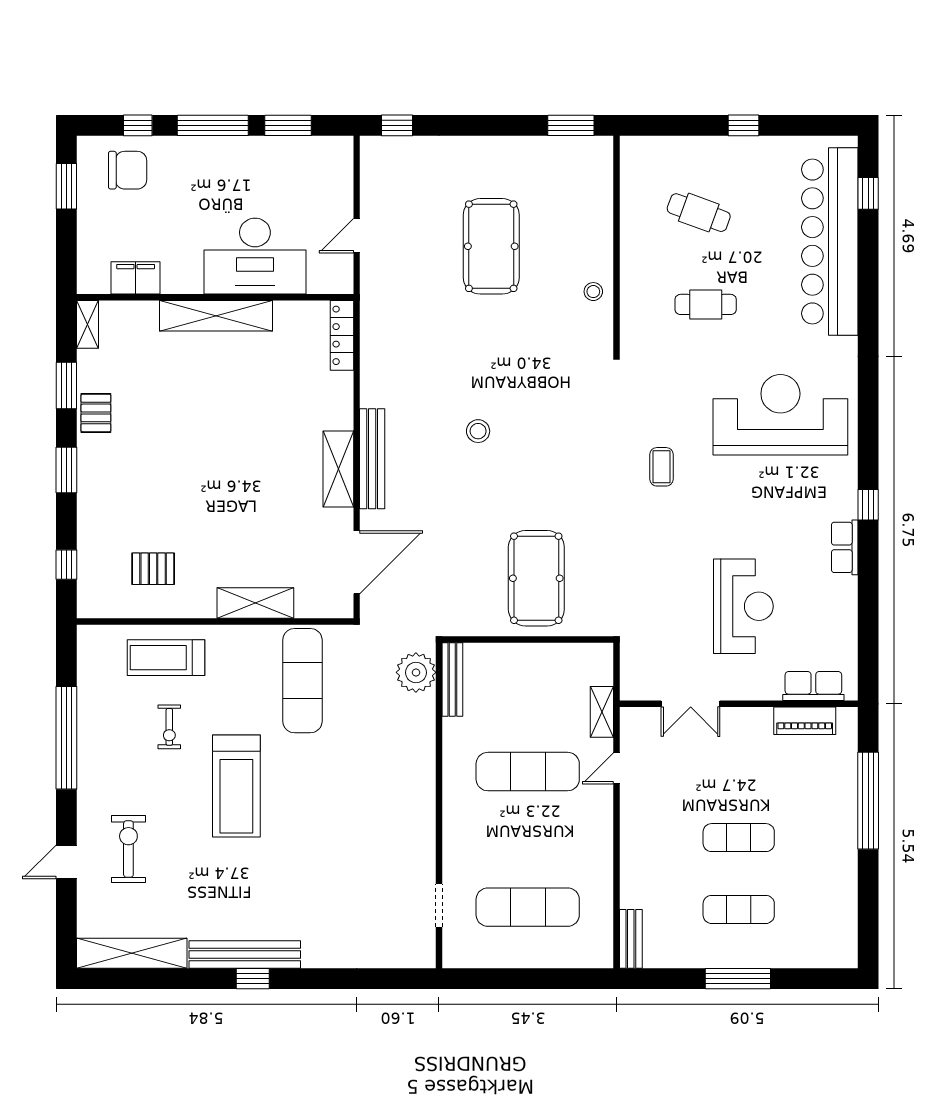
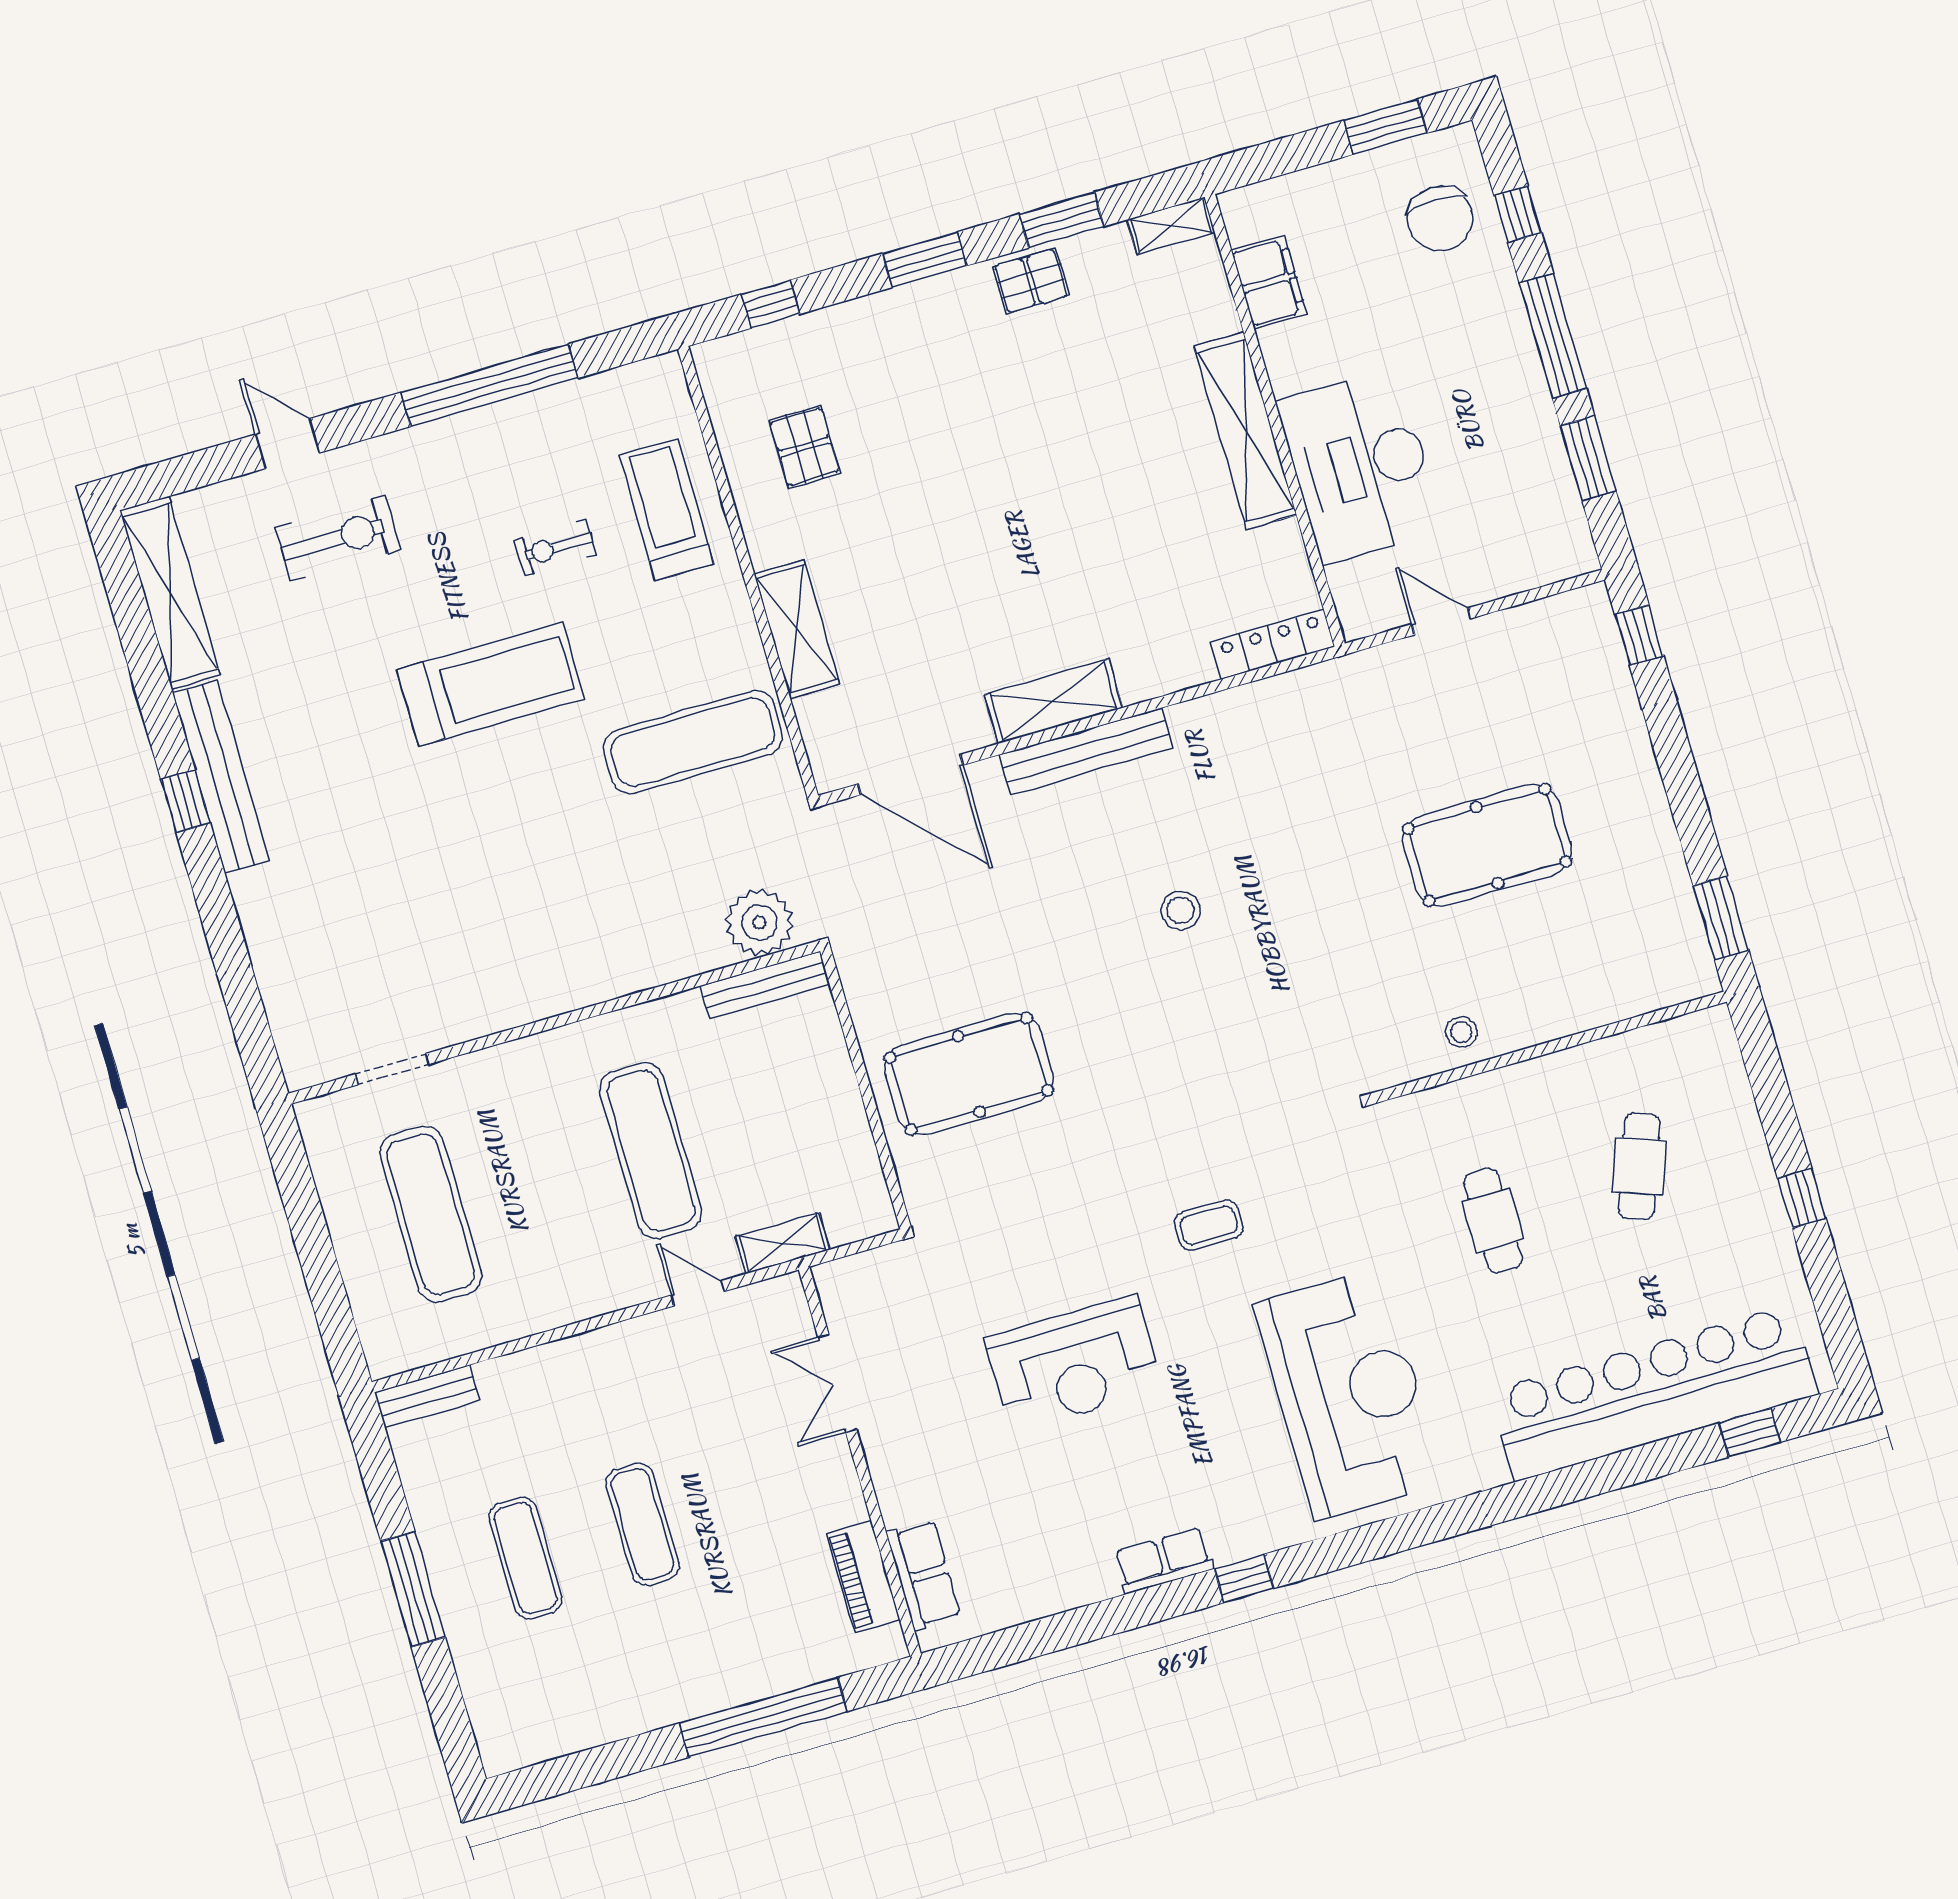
reception desk: (743, 606) -> (1074, 1364), moved
treadmill: (236, 786) -> (491, 684), turned 180

